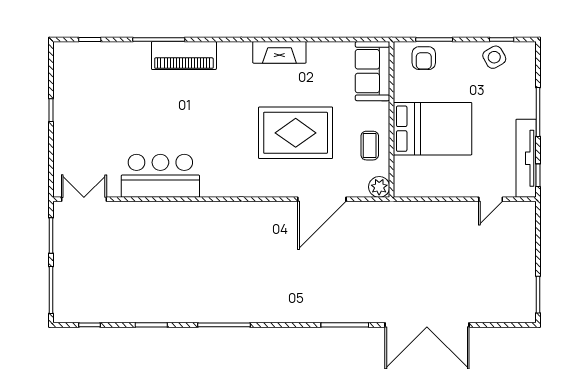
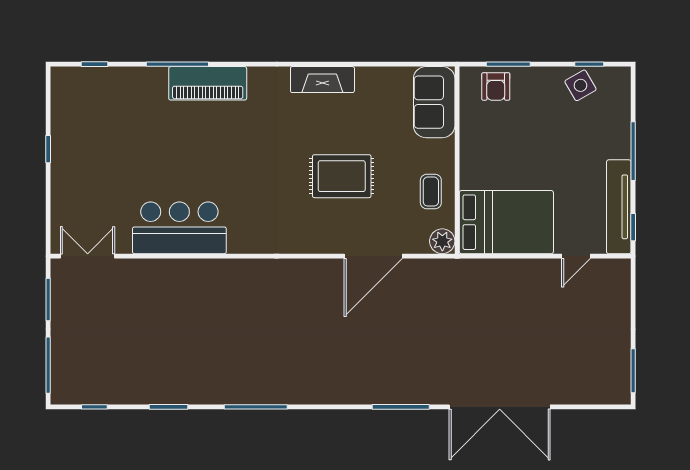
bed: (433, 129) -> (506, 222), moved
rug: (296, 133) -> (342, 176), width x0.73, depth x0.69

